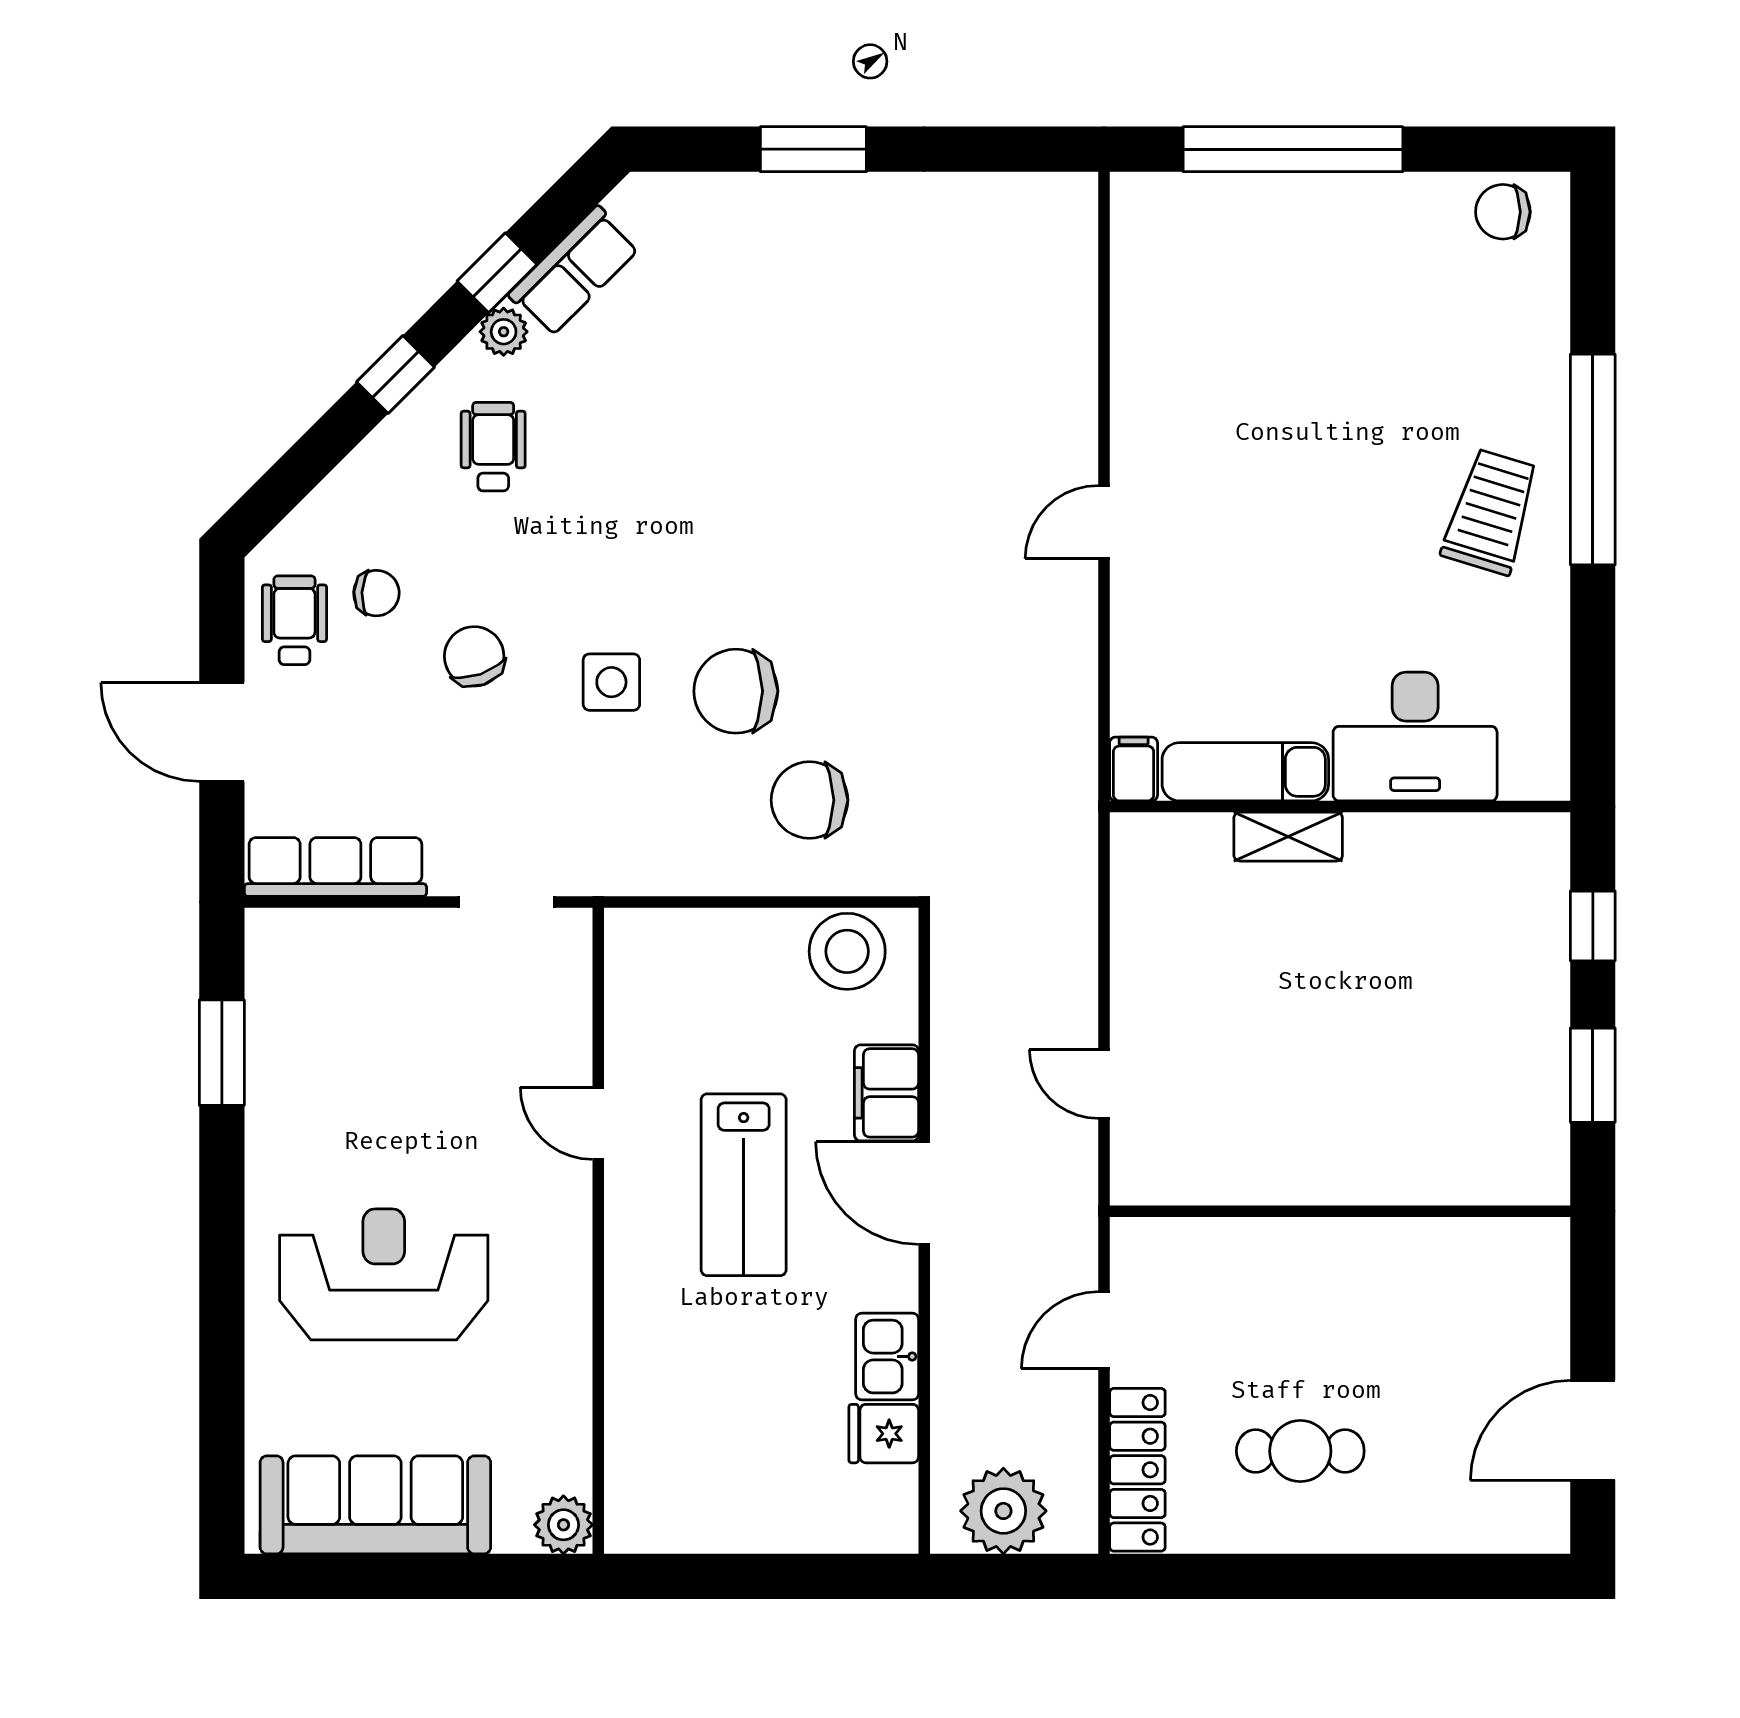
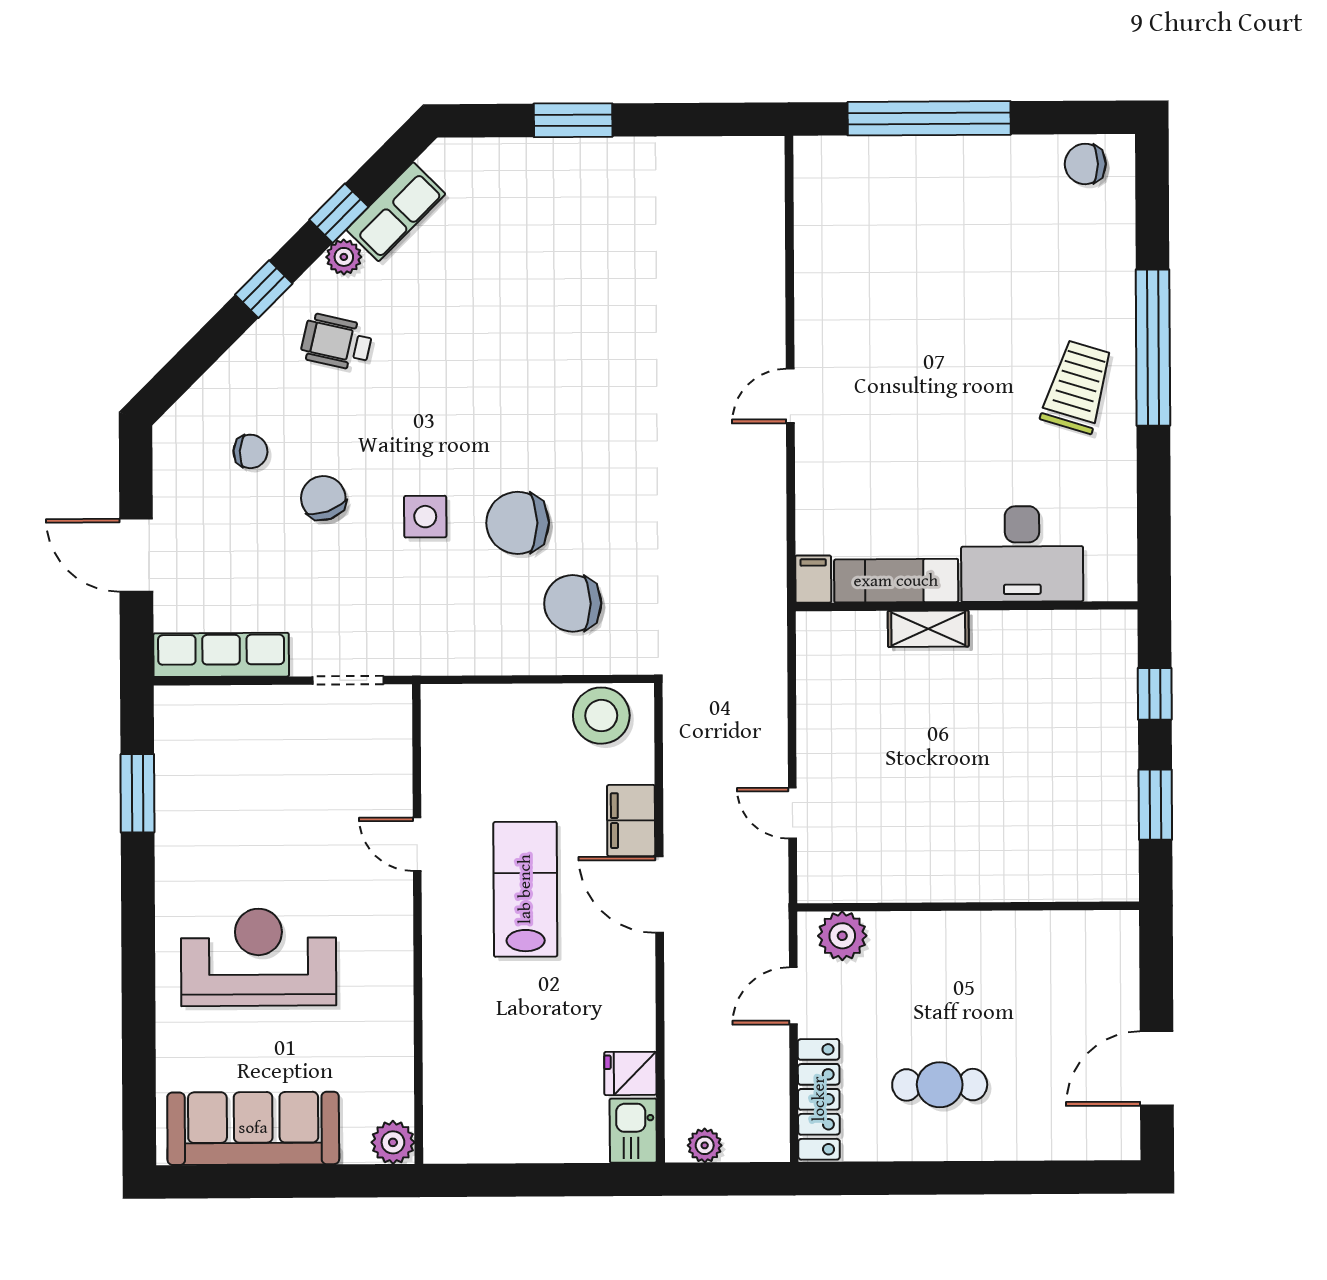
wheelchair: (493, 447) -> (337, 342), turned -77
wheelchair: (294, 620) -> (190, 472), removed
lab bench: (744, 1185) -> (525, 889), turned 180
plant: (1170, 1250) -> (842, 936), added
kitchen sink: (887, 1357) -> (633, 1131), moved
plant: (1003, 1511) -> (705, 1145), width x0.53, depth x0.53

